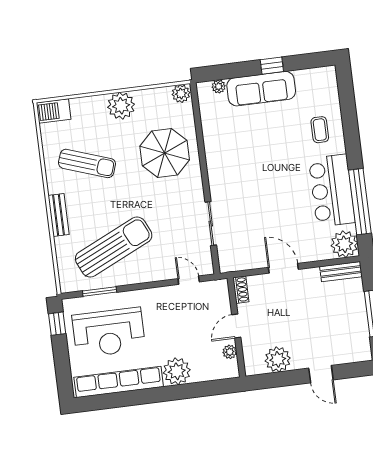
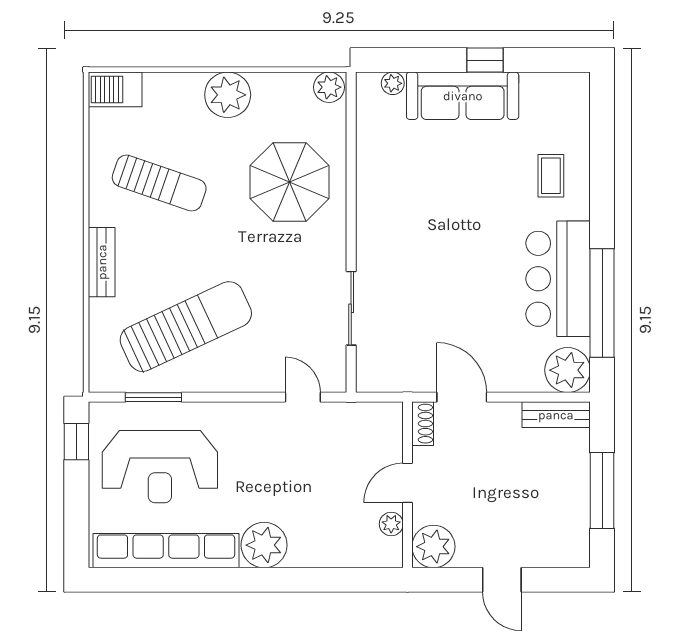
shoe rack: (241, 290) -> (423, 424), moved
door: (236, 326) -> (408, 483), moved
wall: (236, 327) -> (408, 485), moved
plant: (230, 352) -> (391, 524), moved

